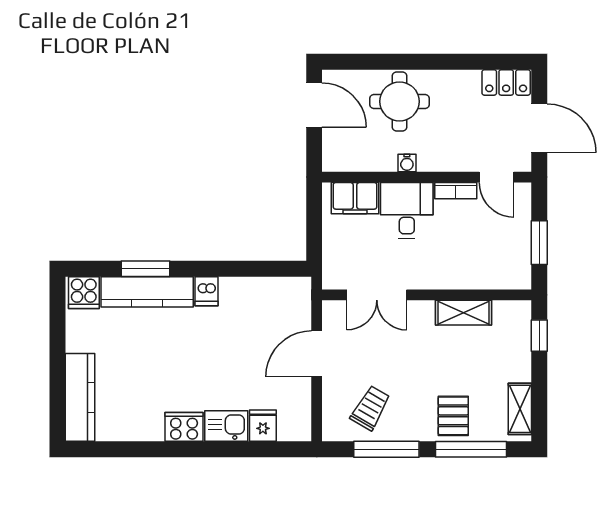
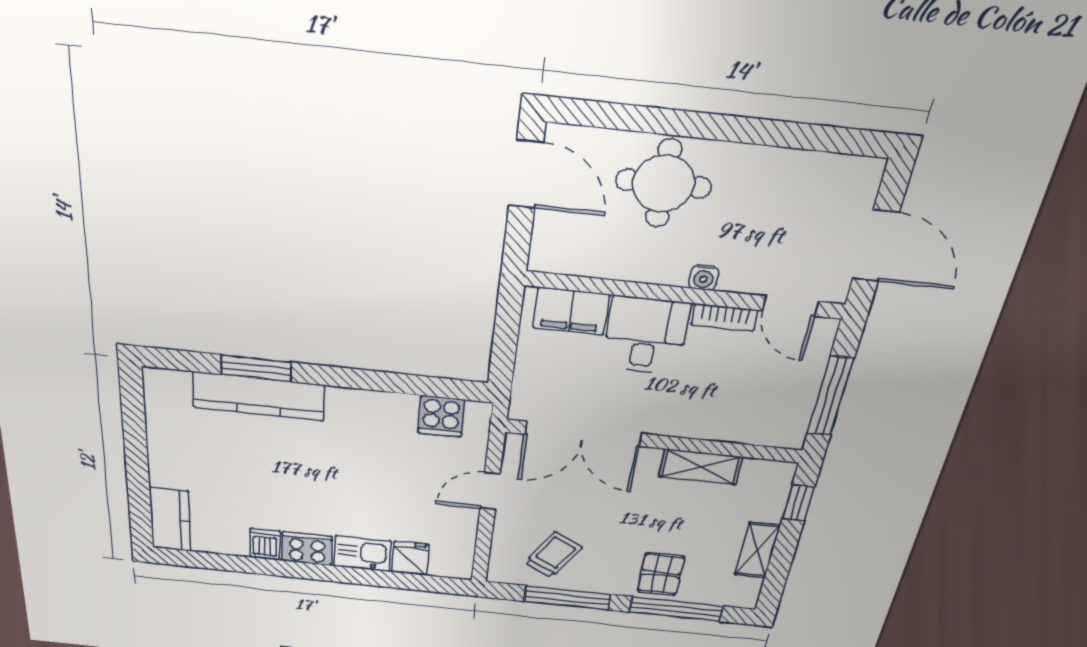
locker: (506, 82) -> (842, 173), removed
water cooler: (407, 163) -> (704, 277), moved
window: (539, 243) -> (830, 396), width x1.44
dishwasher: (207, 291) -> (265, 544), moved, turned 180
cooker: (84, 293) -> (441, 416), moved
double door: (377, 295) -> (583, 434), width x1.37
door: (317, 354) -> (490, 491), width x0.73
kitchen counter: (80, 397) -> (170, 520), width x0.67
shelving: (520, 409) -> (757, 550), moved

